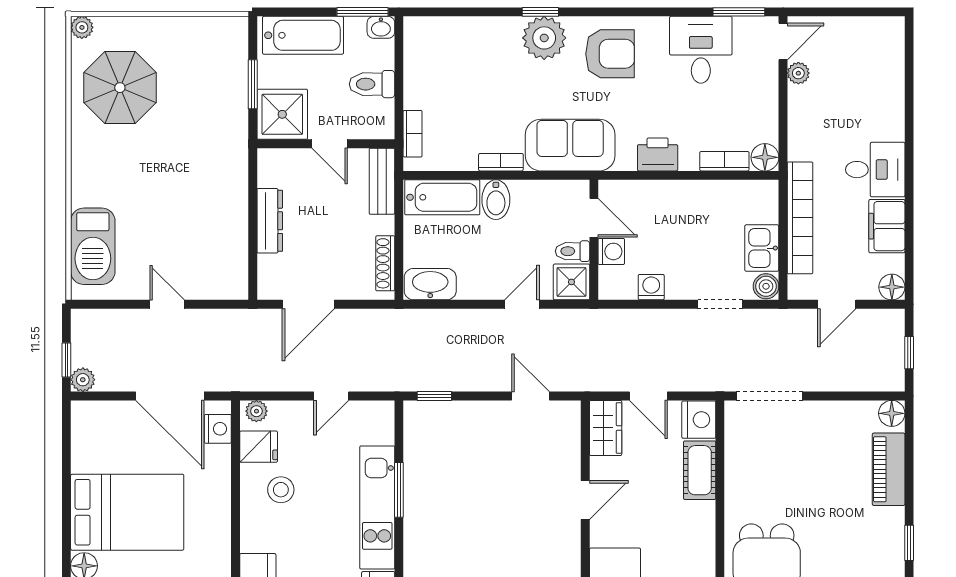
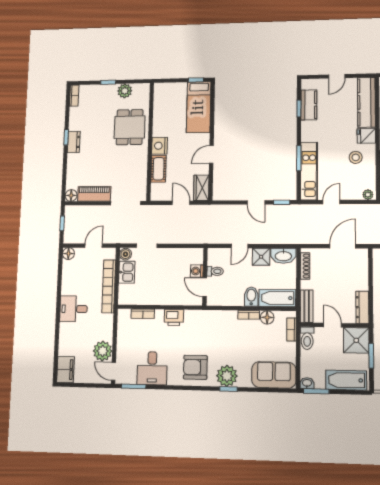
door: (783, 42) -> (113, 371), hinge flipped
plant: (798, 73) -> (103, 351), width x1.88, depth x1.88
toilet: (372, 84) -> (307, 338), moved, turned 90
sofa: (570, 145) -> (274, 375), moved, turned 180
floor lamp: (765, 157) -> (267, 317), moved
dresser: (270, 221) -> (362, 307), moved
filing cabinet: (887, 226) -> (66, 369), moved
shower: (571, 282) -> (261, 257), moved
washing machine: (651, 287) -> (179, 254), removed
door: (531, 396) -> (256, 202), moved
nightstand: (699, 420) -> (160, 146), moved
fridge: (259, 447) -> (366, 136), moved
piano: (889, 469) -> (94, 194), moved, turned -90
kitchen unit: (377, 507) -> (309, 171), moved
dresser: (891, 532) -> (74, 142), added

